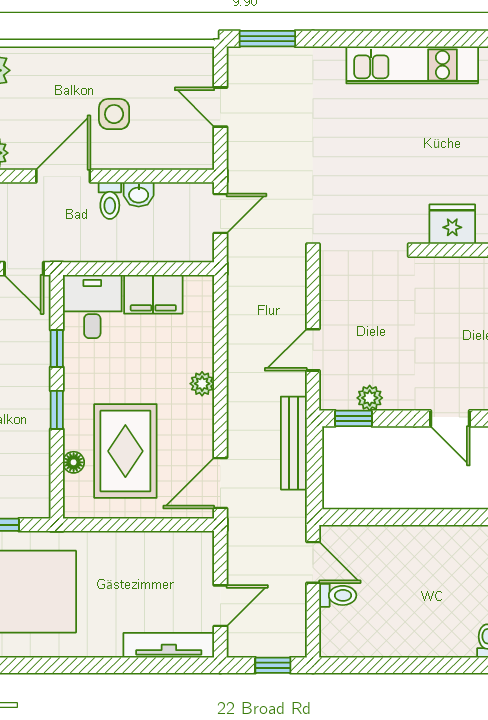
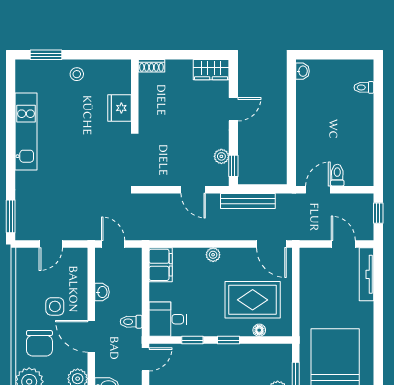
chair: (51, 88) -> (39, 343), added
toilet: (110, 201) -> (131, 322), moved, turned 180
filing cabinet: (153, 294) -> (161, 265), moved

